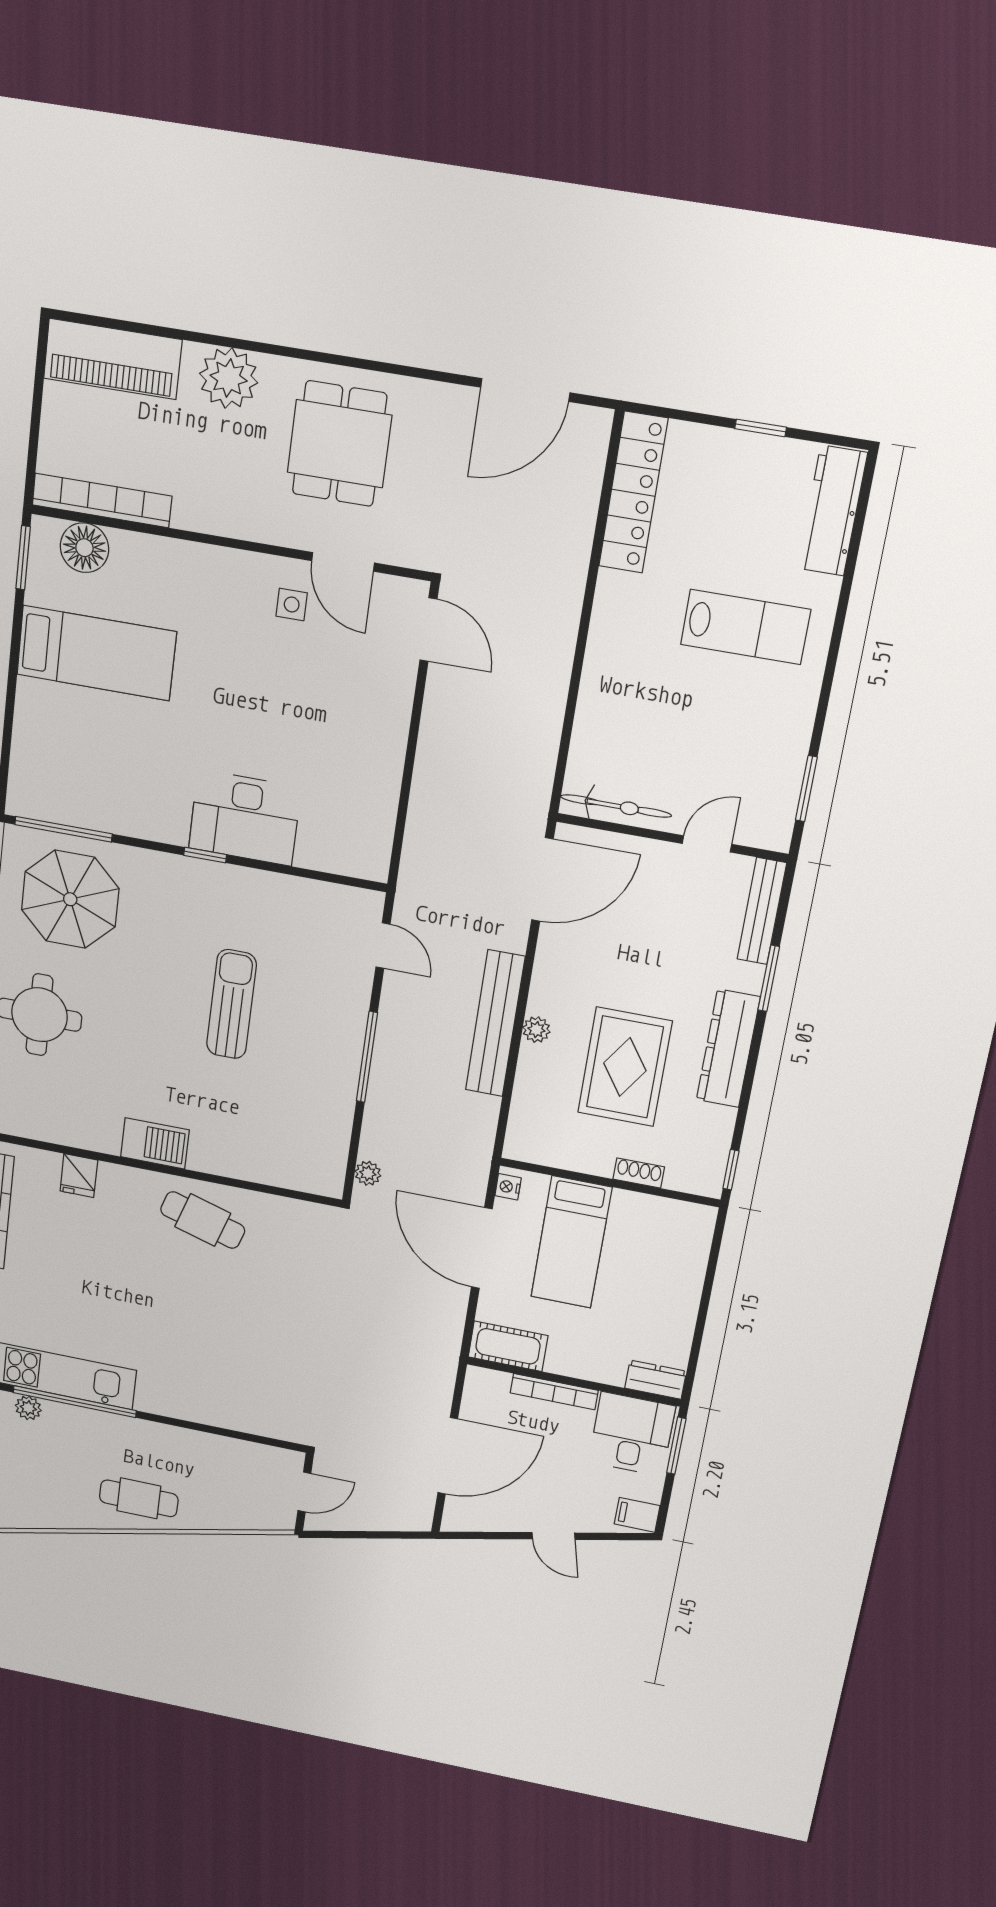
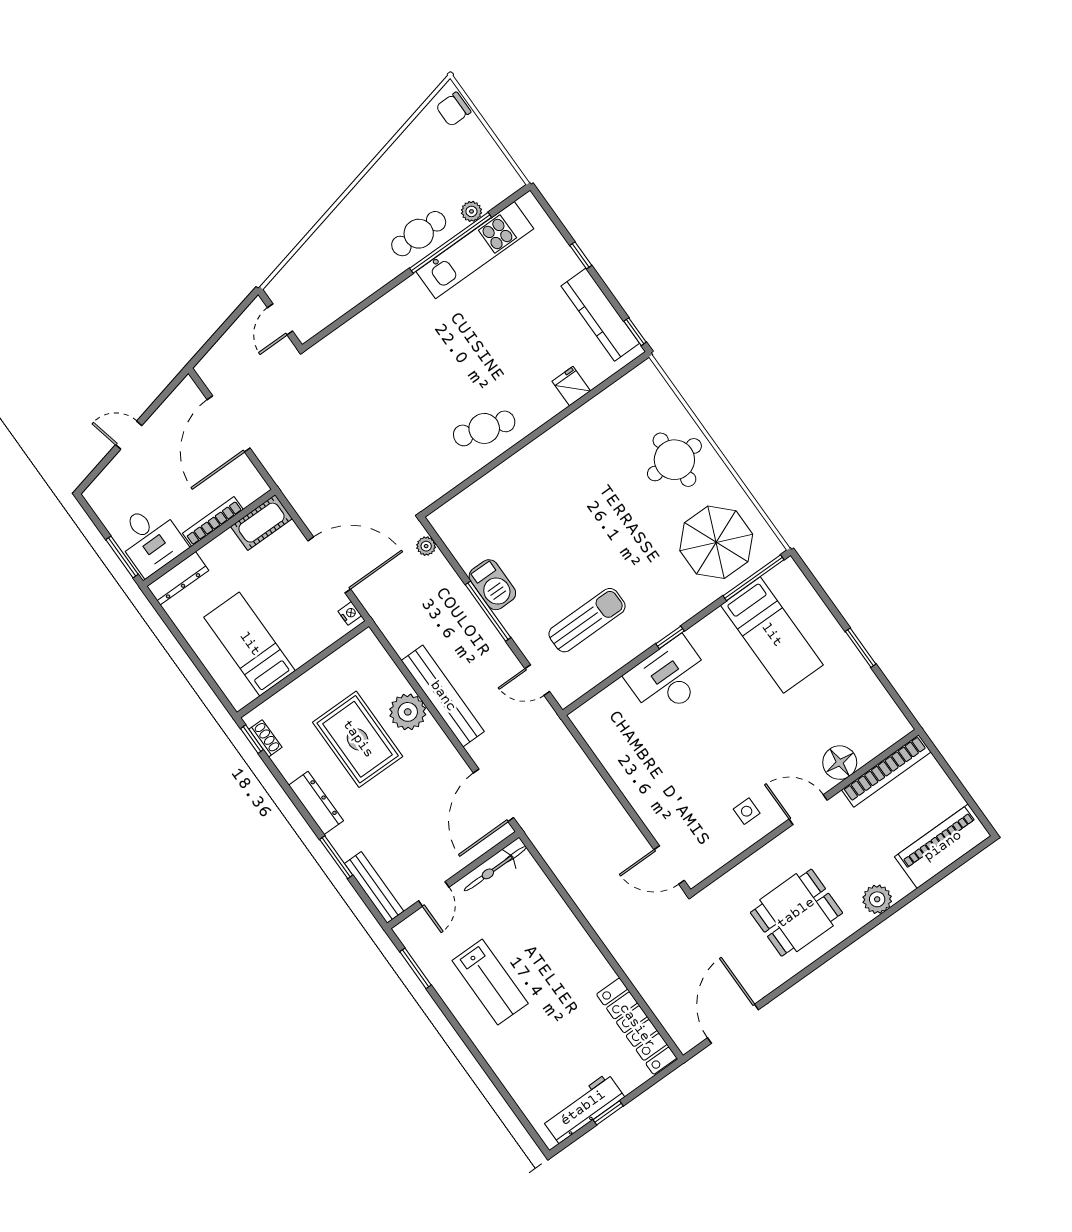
plant: (229, 378) -> (877, 899), width x0.73, depth x0.73
dining table: (339, 444) -> (796, 913), turned 90
workbench: (832, 511) -> (583, 1108), moved, turned -90
floor lamp: (84, 548) -> (840, 763), moved
window: (23, 558) -> (861, 648), moved
door: (343, 562) -> (808, 810), moved
lab bench: (745, 627) -> (490, 982), moved, turned -90
bed: (96, 653) -> (772, 635), moved, turned -90
sun lounger: (231, 1004) -> (587, 620), moved, turned -90
plant: (536, 1030) -> (408, 712), width x1.88, depth x1.88
dresser: (728, 1048) -> (316, 803), width x0.73, depth x0.80
barbecue: (155, 1143) -> (492, 585), moved, turned -90
shoe rack: (639, 1173) -> (265, 738), moved, turned -90
bed: (571, 1242) -> (250, 644), moved
dresser: (656, 1380) -> (178, 578), width x1.44
cafe table: (139, 1498) -> (419, 234), moved
filing cabinet: (637, 1515) -> (100, 495), removed

